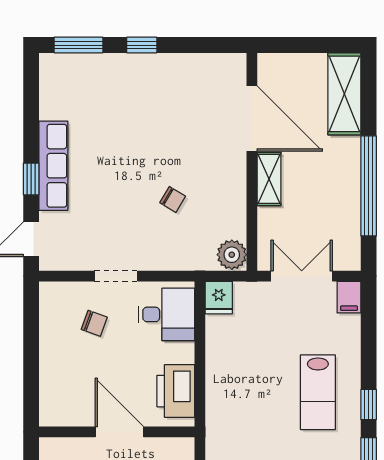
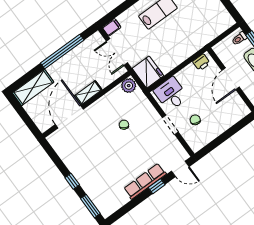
fridge: (219, 298) -> (148, 72), width x1.88, depth x1.34
printer: (176, 391) -> (201, 62), width x0.53, depth x0.68

